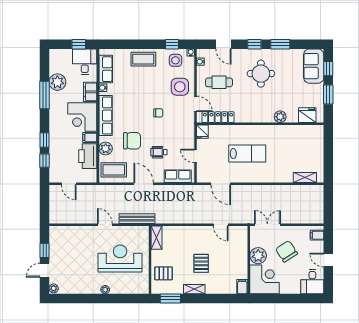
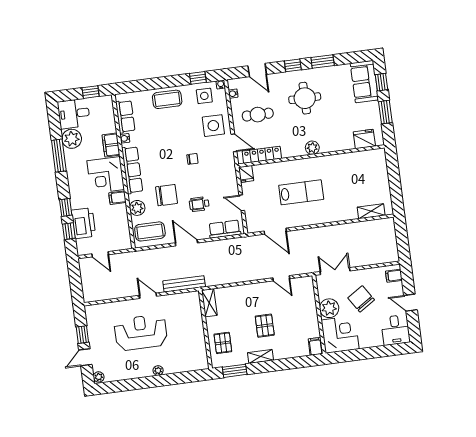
desk: (85, 62) -> (74, 114), moved, turned -90
plant: (280, 117) -> (312, 148), moved
printer: (88, 156) -> (84, 223), moved, turned 180
reception desk: (120, 258) -> (141, 332), moved
pallet: (164, 273) -> (223, 343), turned 90

